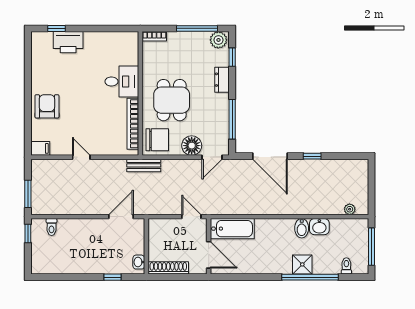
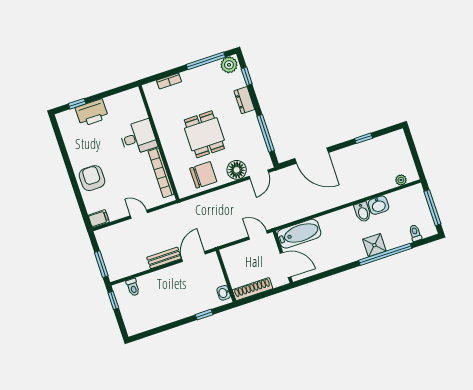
desk: (122, 81) -> (138, 137), moved
wall: (140, 93) -> (159, 143), moved
bookcase: (133, 124) -> (161, 173), moved
window: (312, 156) -> (364, 138), moved
bench: (144, 165) -> (164, 258), moved

